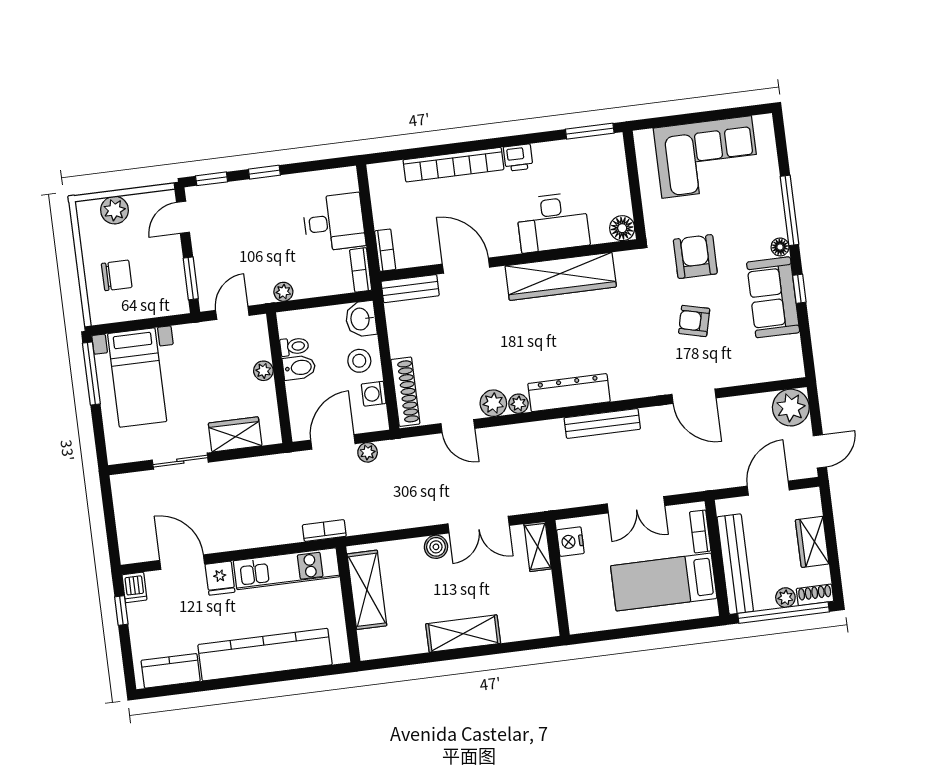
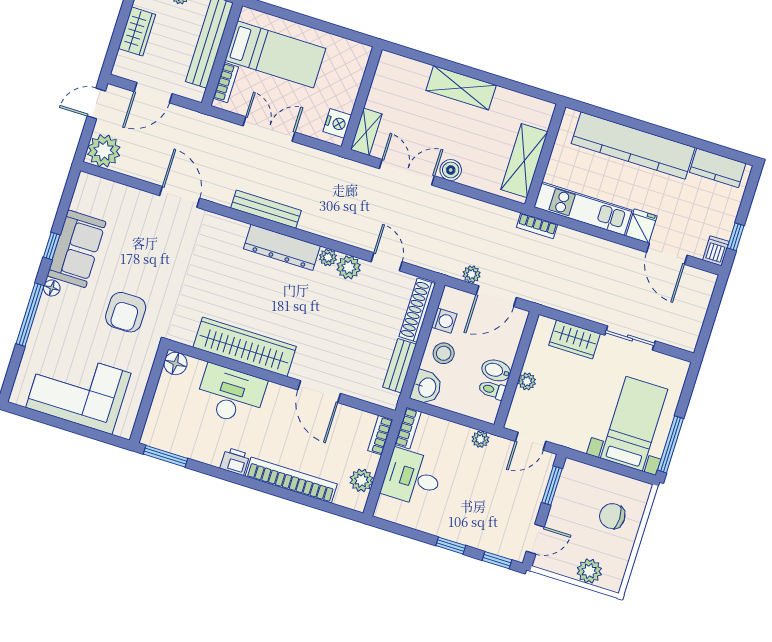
plant: (383, 197) -> (362, 480), added
bench: (410, 289) -> (400, 366), moved, turned 90
armchair: (694, 321) -> (151, 259), removed

